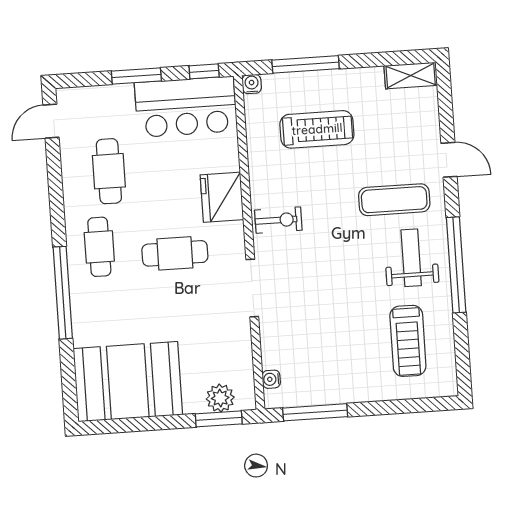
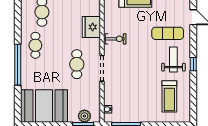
cafe table: (175, 253) -> (77, 64), moved, turned 90
window: (456, 265) -> (193, 64), width x0.32

